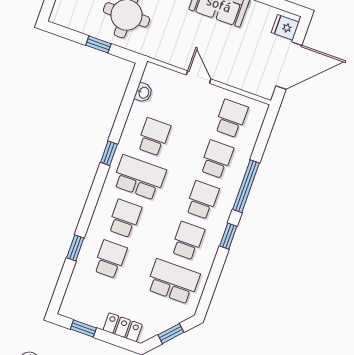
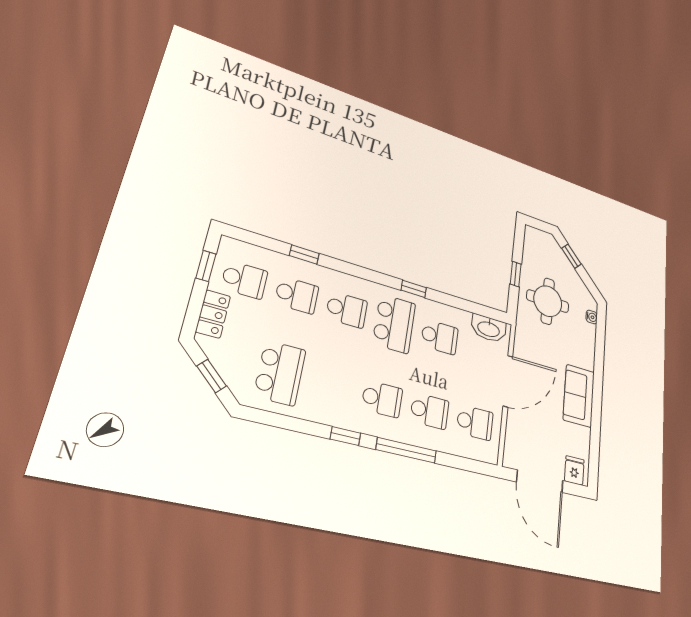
door: (199, 77) -> (508, 381), width x1.88
washbasin: (143, 93) -> (489, 329), width x1.91, depth x1.45
school desk: (188, 241) -> (244, 280), moved

